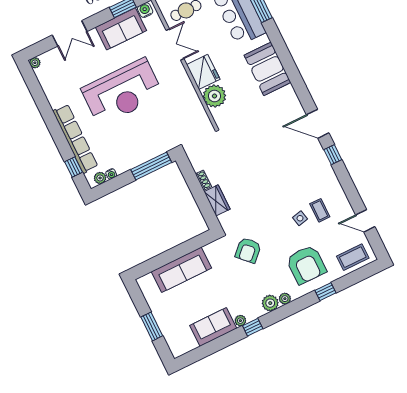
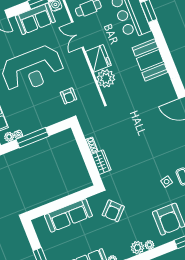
double door: (175, 45) -> (77, 35), swing flipped
armchair: (170, 121) -> (68, 96), added
window: (151, 166) -> (32, 138), moved
armchair: (248, 250) -> (113, 211), moved

